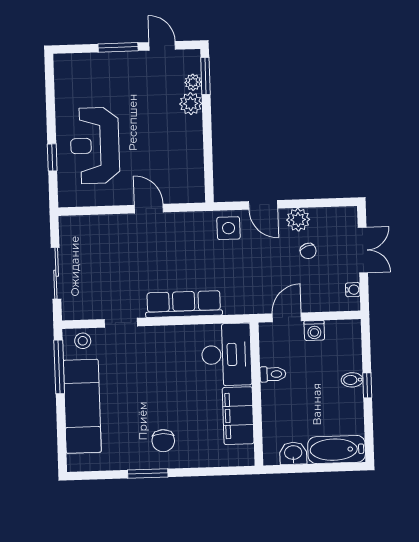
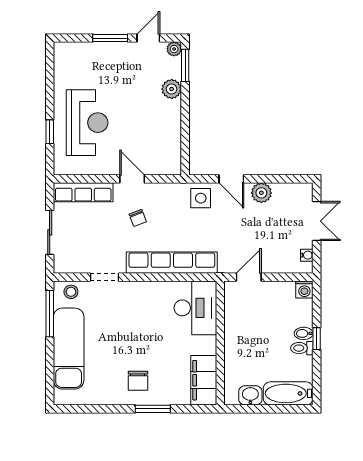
door: (162, 46) -> (148, 38), hinge flipped
plant: (193, 82) -> (174, 49), moved
reception desk: (95, 146) -> (87, 123), turned 180
row of seats: (93, 226) -> (83, 192), added
chair: (308, 251) -> (138, 218), moved
row of seats: (184, 304) -> (172, 263), width x1.36
washing machine: (314, 330) -> (304, 289), moved
toilet: (273, 374) -> (302, 348), moved, turned 180
filing cabinet: (238, 416) -> (204, 380), moved
window: (148, 473) -> (153, 409), moved

